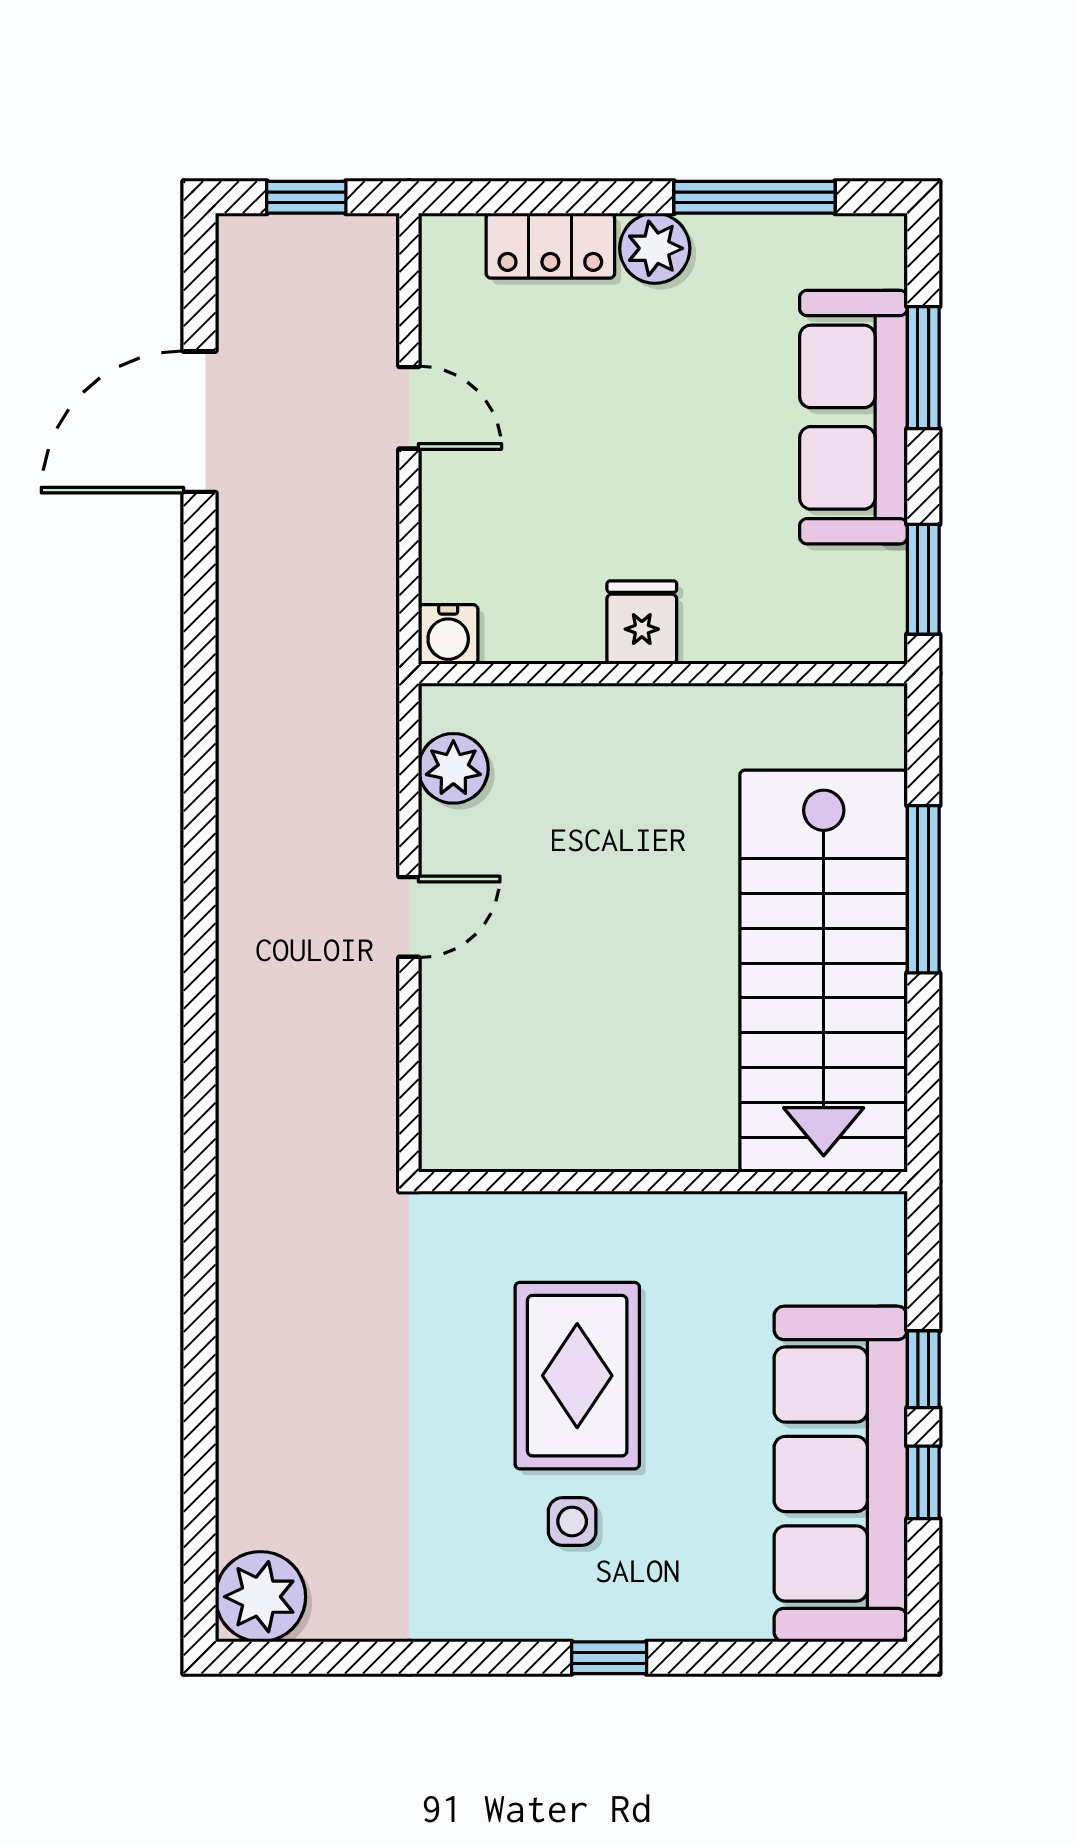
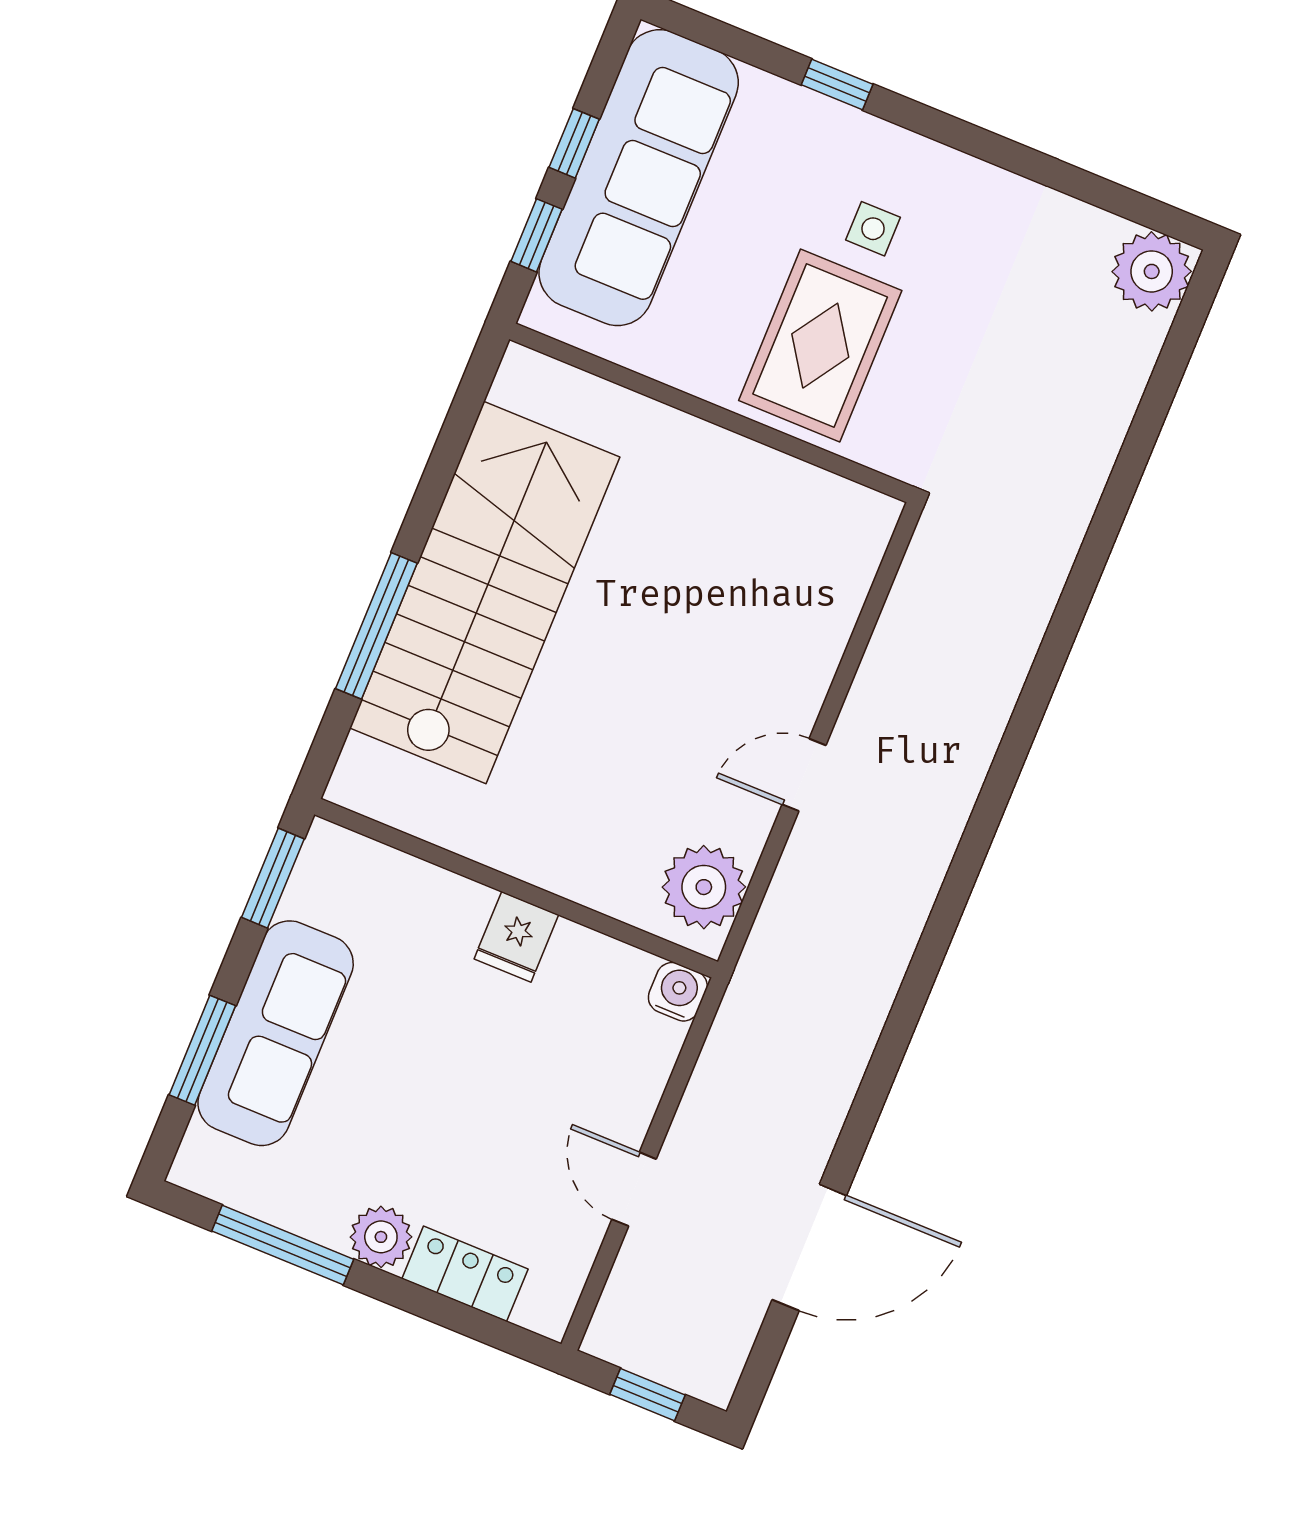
plant: (453, 768) -> (704, 887), width x1.36, depth x1.36
wall: (663, 1182) -> (711, 413), moved
window: (609, 1658) -> (837, 84), moved

